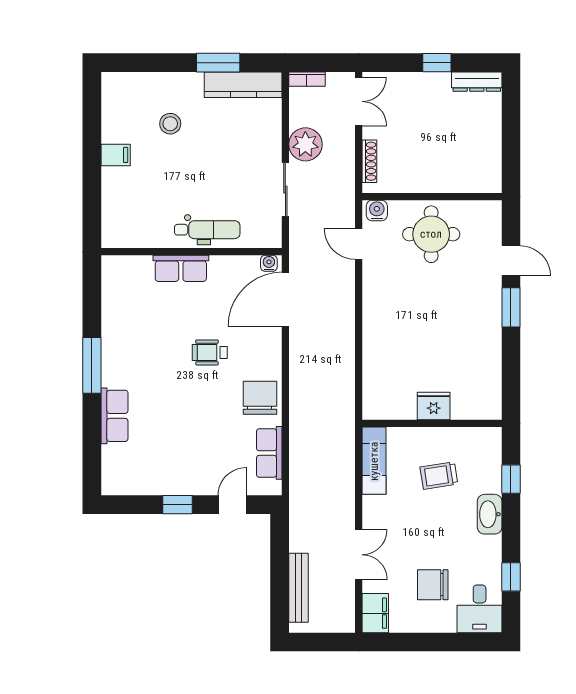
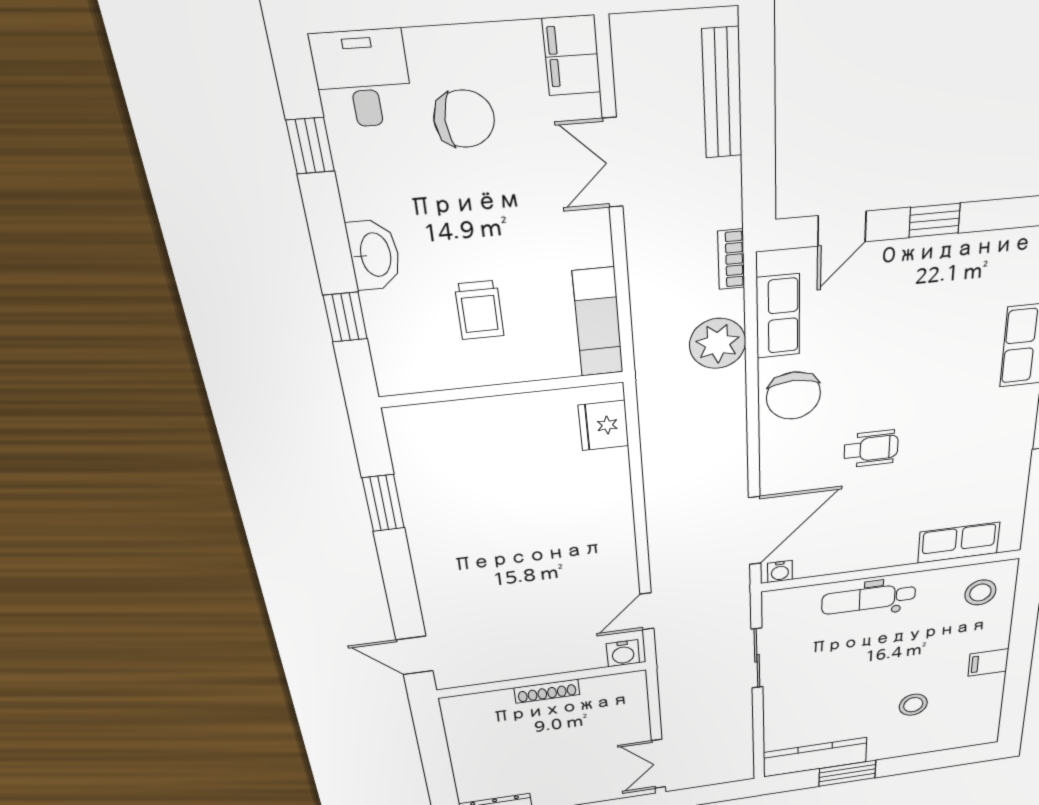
bookcase: (307, 79) -> (731, 259), moved, turned -90
plant: (305, 144) -> (718, 343), moved
shoe rack: (369, 161) -> (547, 691), moved, turned -90
stool: (127, 222) -> (980, 592), added
round table: (431, 234) -> (538, 637), removed
door: (359, 244) -> (647, 611), swing flipped
door: (511, 261) -> (415, 655), moved
row of seats: (181, 268) -> (959, 543), moved
window: (511, 307) -> (383, 503), moved
fridge: (434, 406) -> (604, 425), moved, turned 90
trolley: (439, 476) -> (479, 310), turned 99

